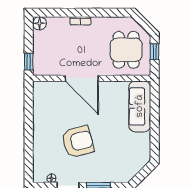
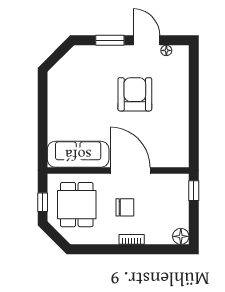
chair: (86, 47) -> (125, 207), added
sofa: (140, 106) -> (78, 154), moved, turned -90
armchair: (78, 142) -> (135, 94), turned 105

